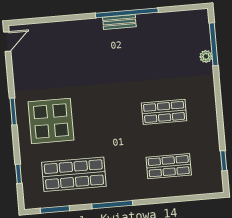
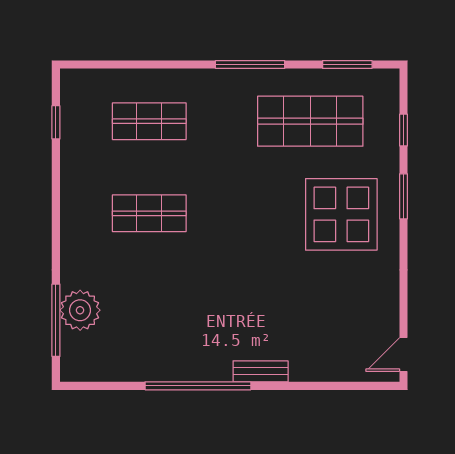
bench: (119, 22) -> (261, 371), moved
plant: (206, 56) -> (80, 310), width x1.87, depth x1.87
window: (13, 112) -> (404, 196), moved

